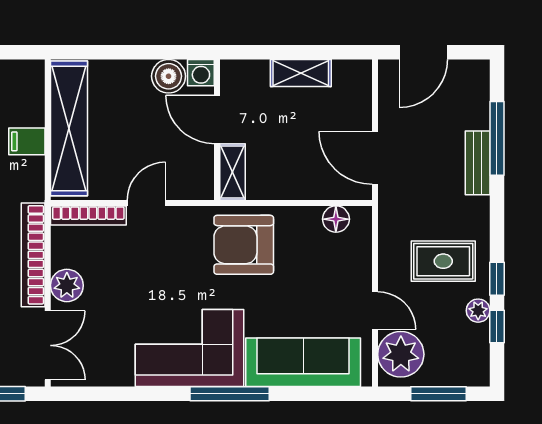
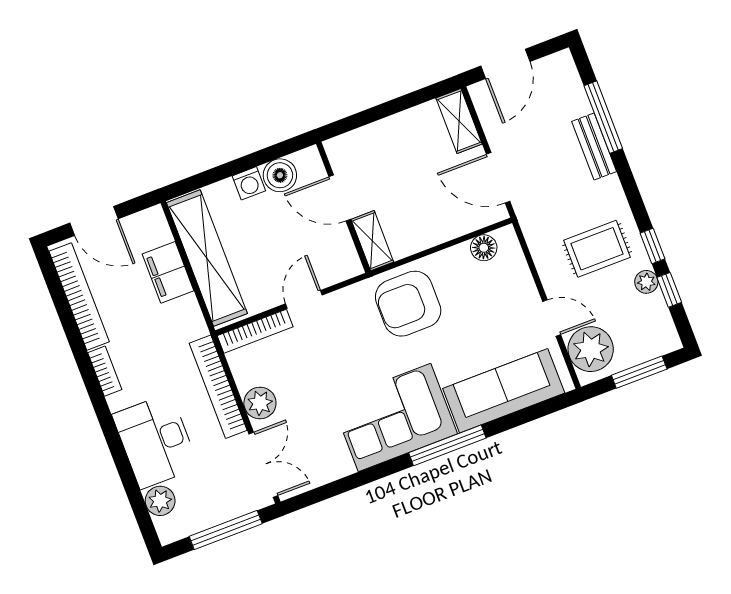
washing machine: (201, 73) -> (249, 183), moved
shelving: (301, 73) -> (459, 121), moved, turned 90
filing cabinet: (27, 141) -> (168, 272), width x2.00

